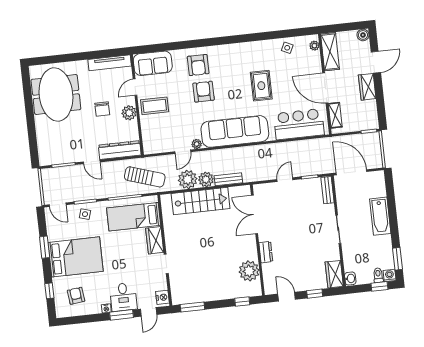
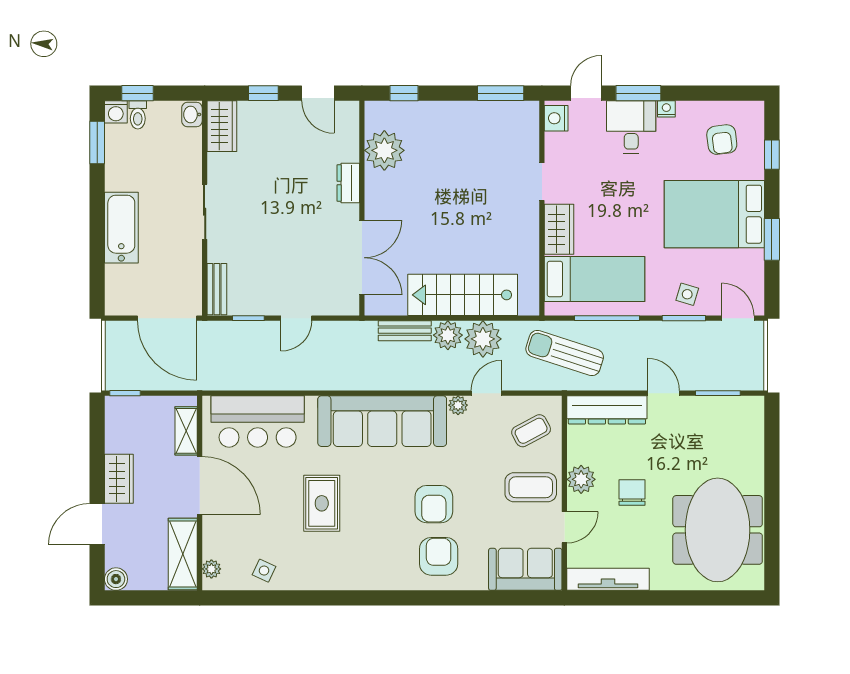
coffee table: (158, 135) -> (531, 431), added

